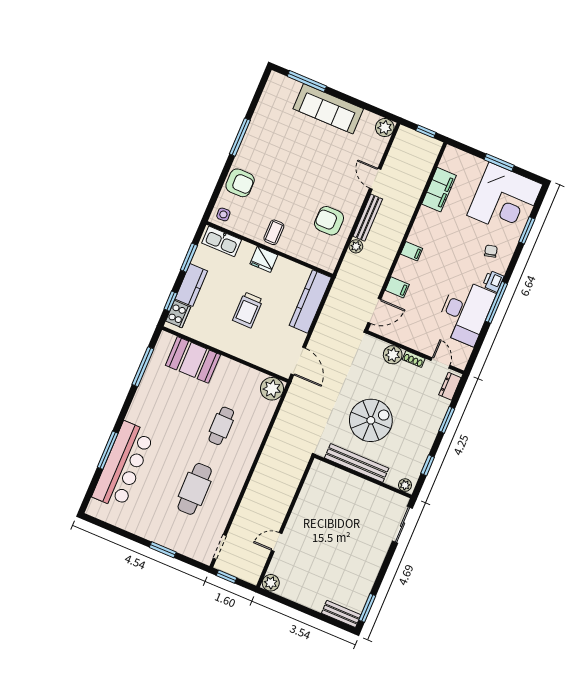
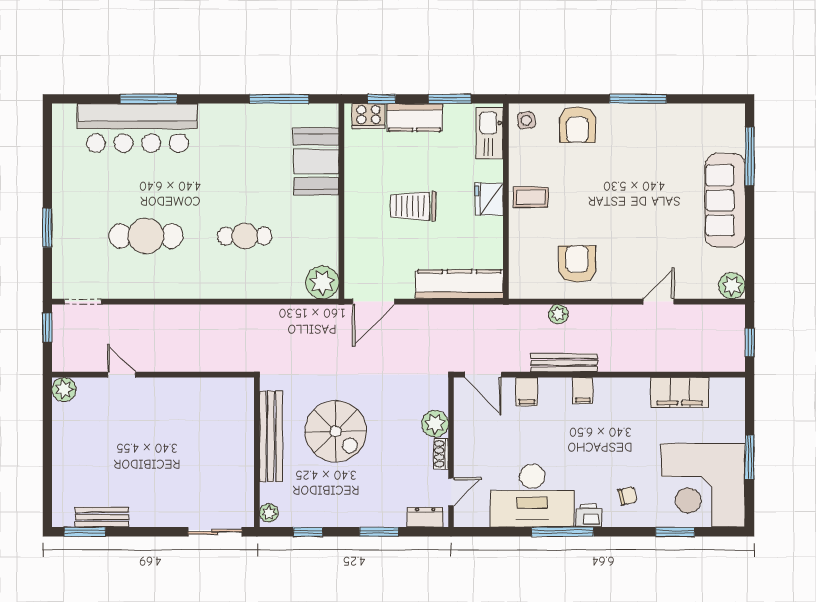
bench: (368, 218) -> (564, 363), moved
bench: (341, 614) -> (102, 517), moved, turned 90

